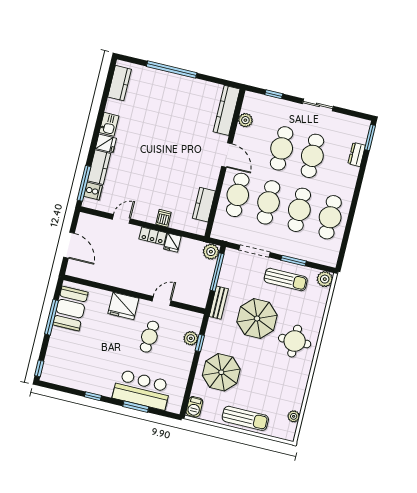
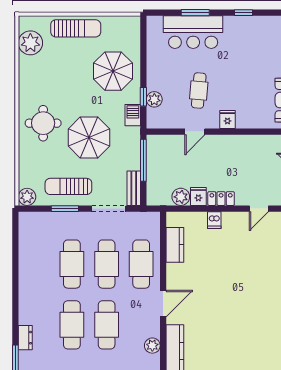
door: (227, 155) -> (163, 304), swing flipped
cafe table: (330, 217) -> (37, 264), removed
plant: (211, 252) -> (181, 197), moved
window: (217, 272) -> (143, 160), moved
bench: (219, 303) -> (134, 188), moved
fridge: (123, 306) -> (227, 120), width x0.53, depth x0.75
barbecue: (194, 407) -> (133, 115), moved
plant: (294, 416) -> (30, 43), width x1.88, depth x1.88
sun lounger: (245, 418) -> (76, 28), turned 180

